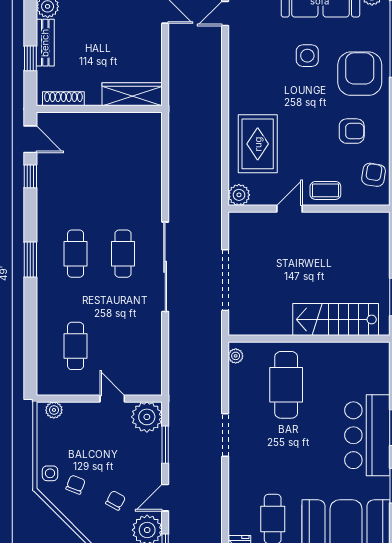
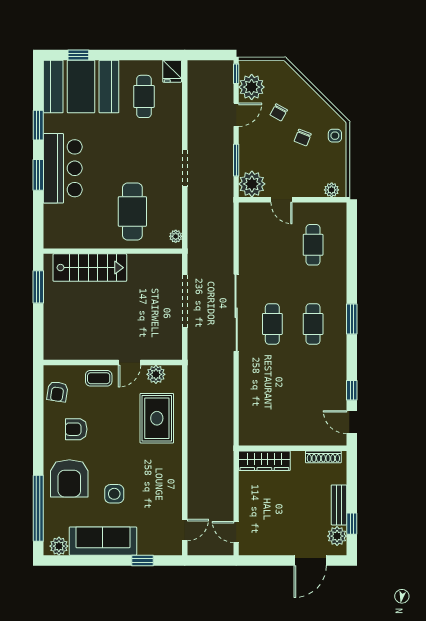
window: (30, 58) -> (352, 524), moved
plant: (239, 195) -> (156, 374), moved
chair: (76, 485) -> (303, 138), moved

